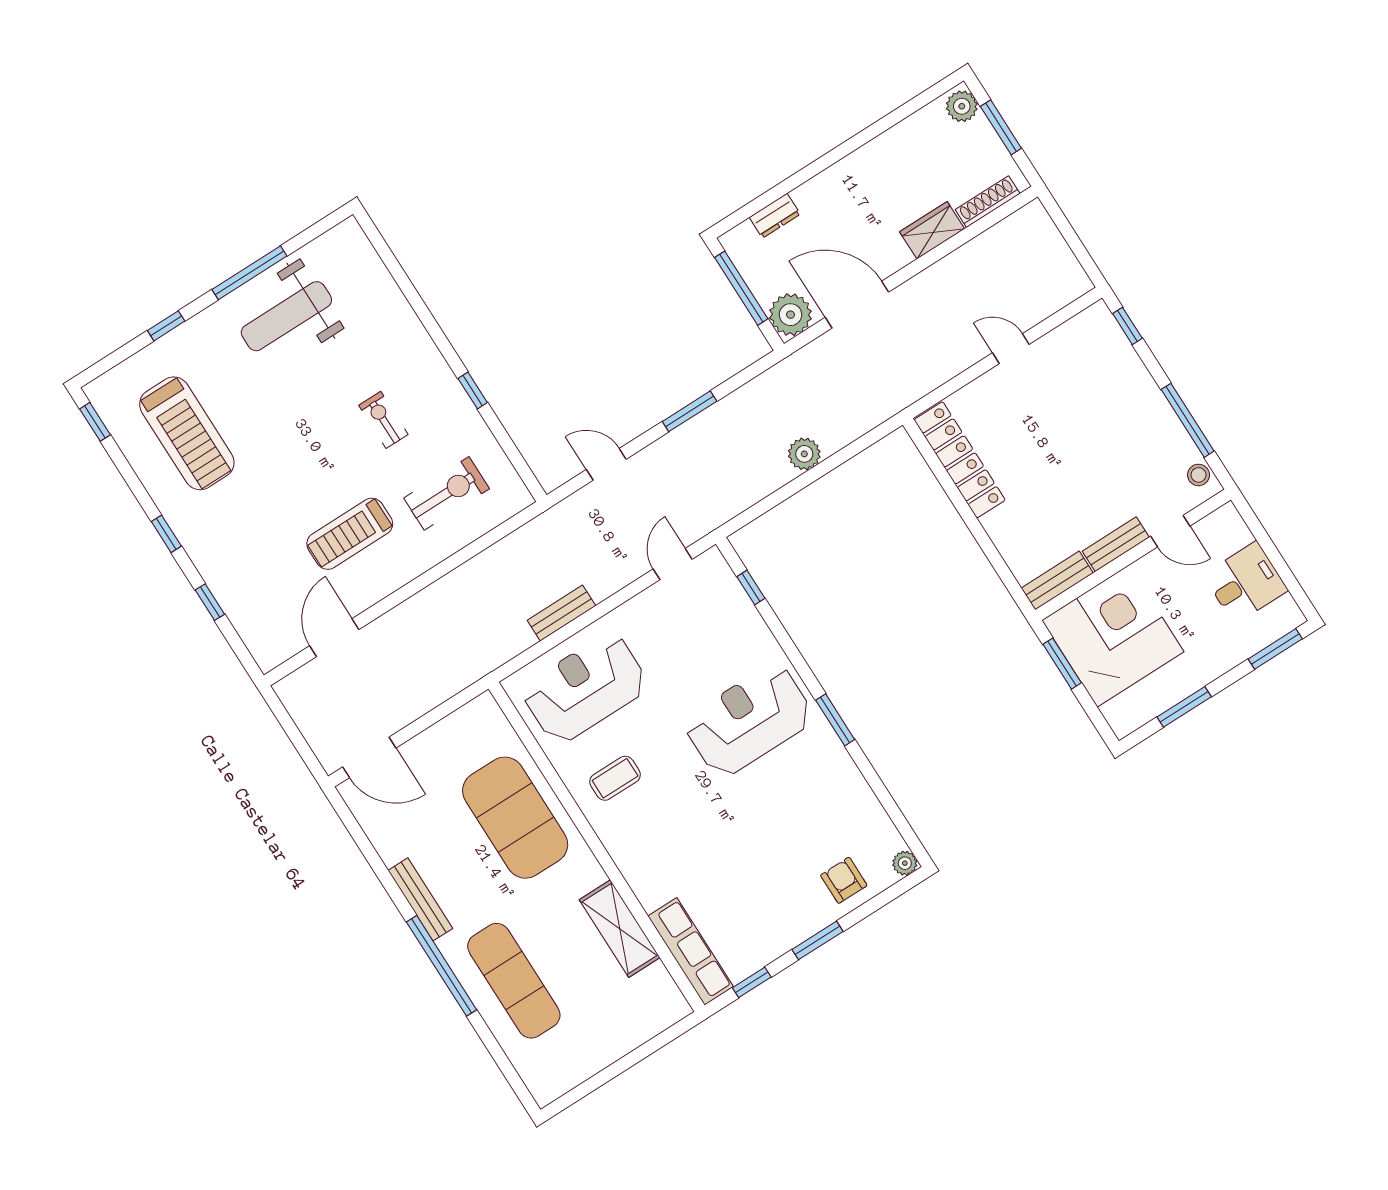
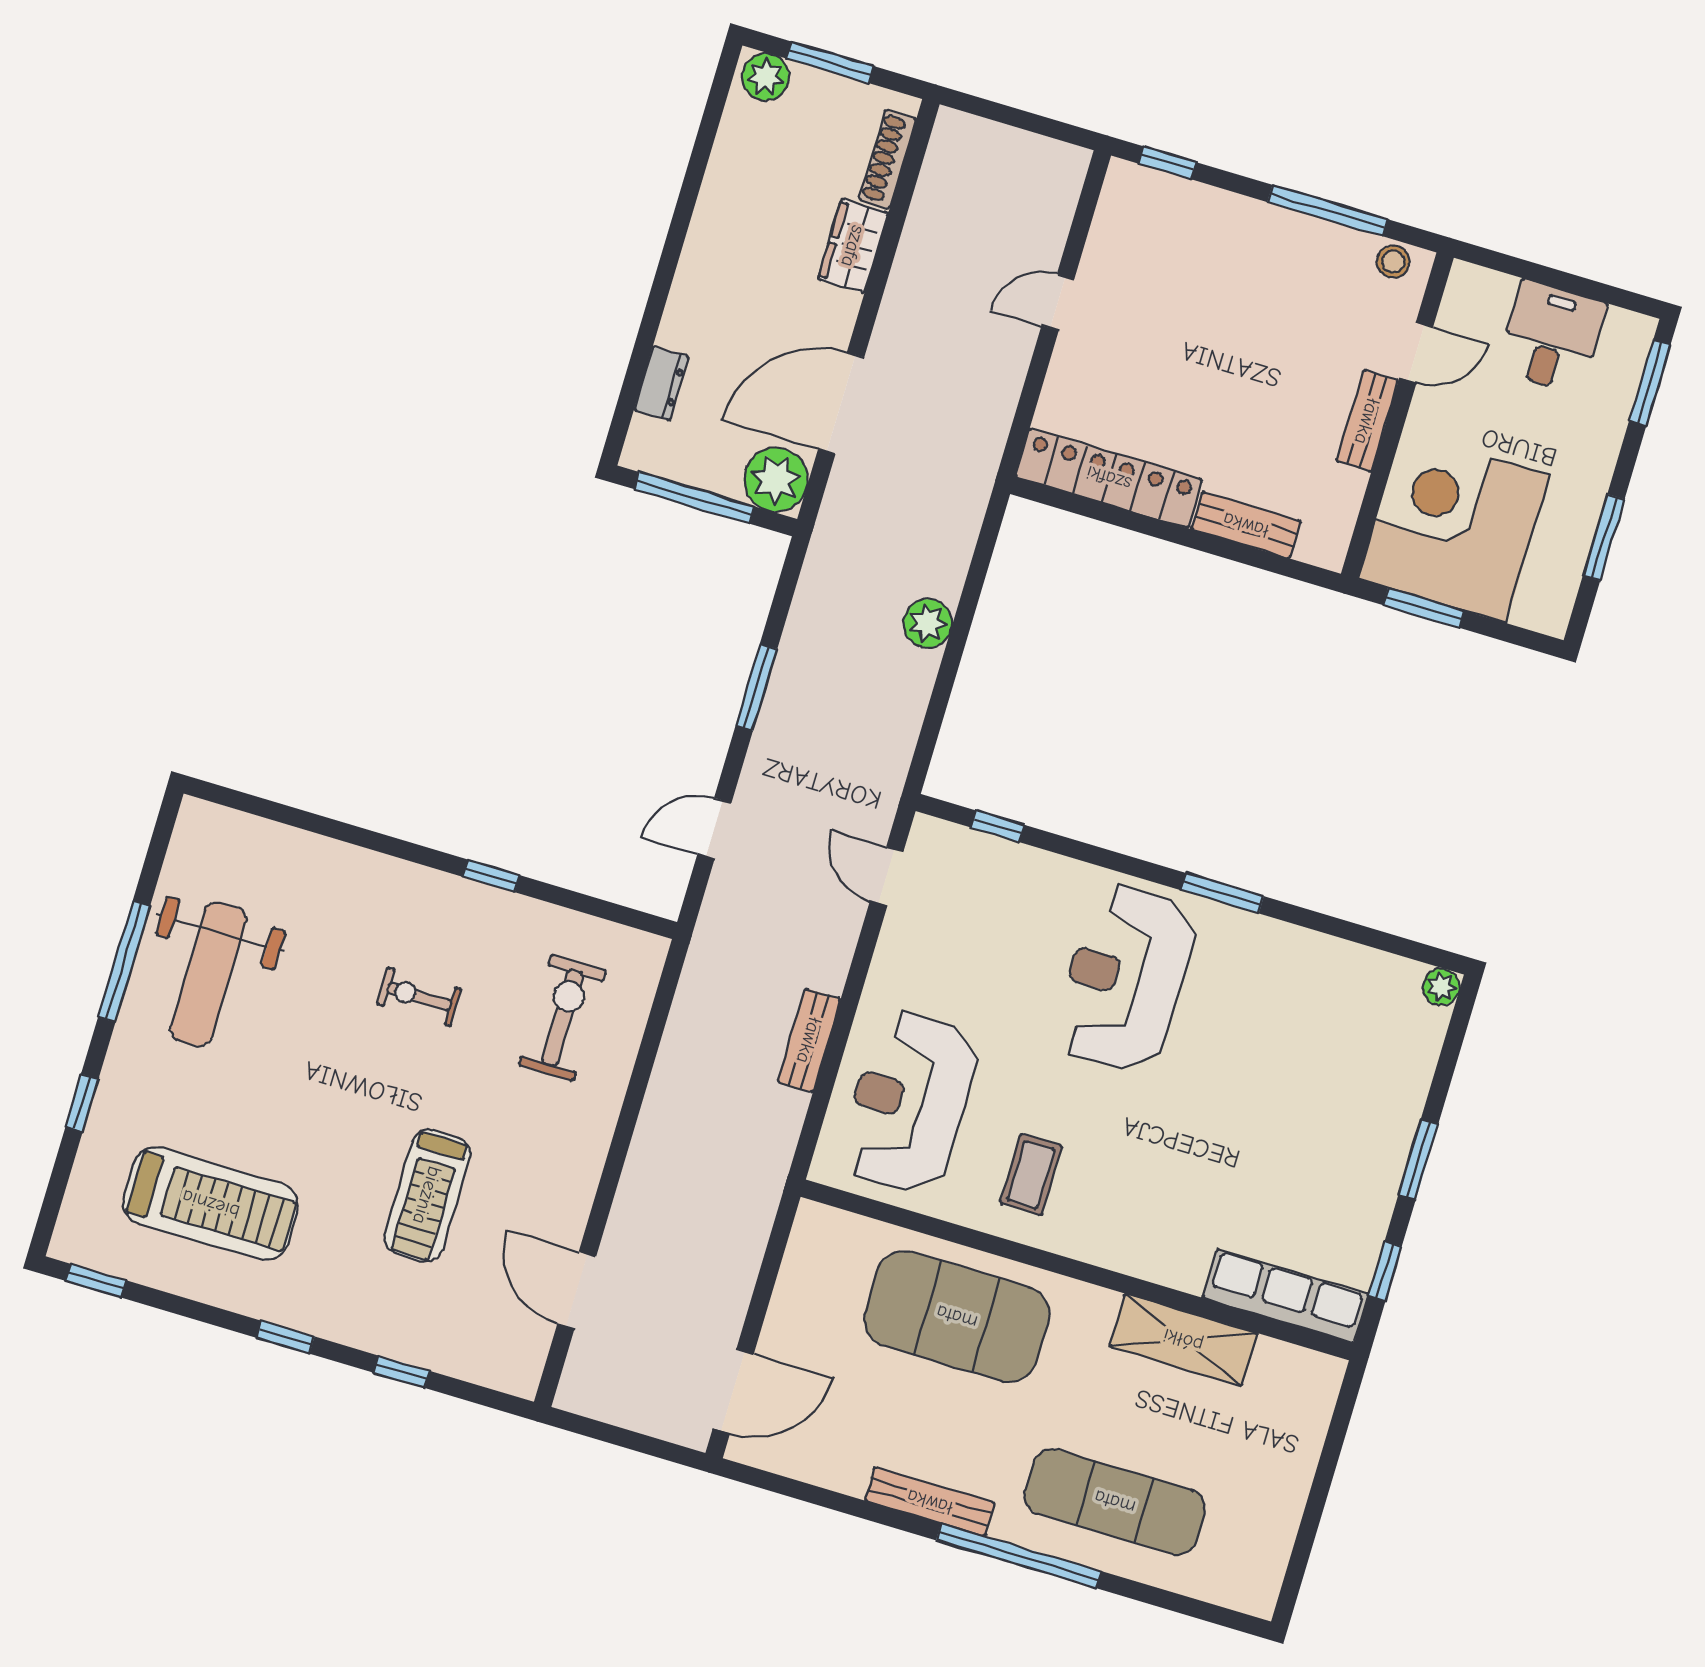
treadmill: (350, 534) -> (427, 1195), moved
bench: (1057, 580) -> (1246, 525), moved, turned 90
armchair: (844, 880) -> (1389, 1066), removed

